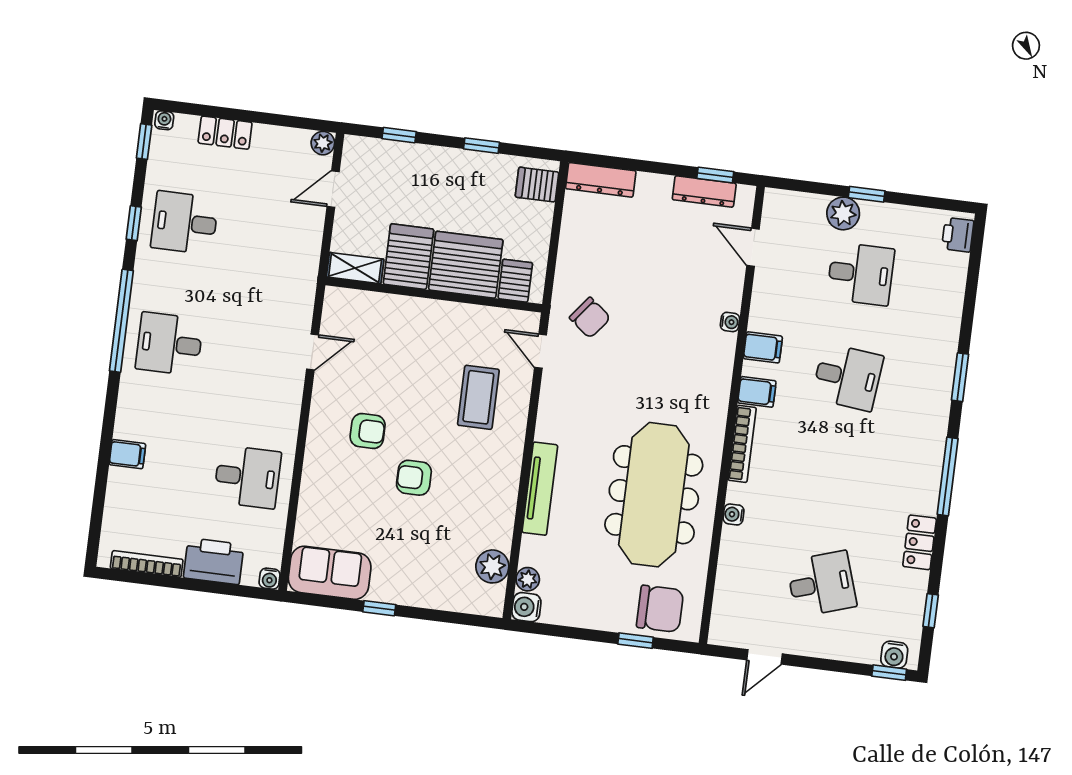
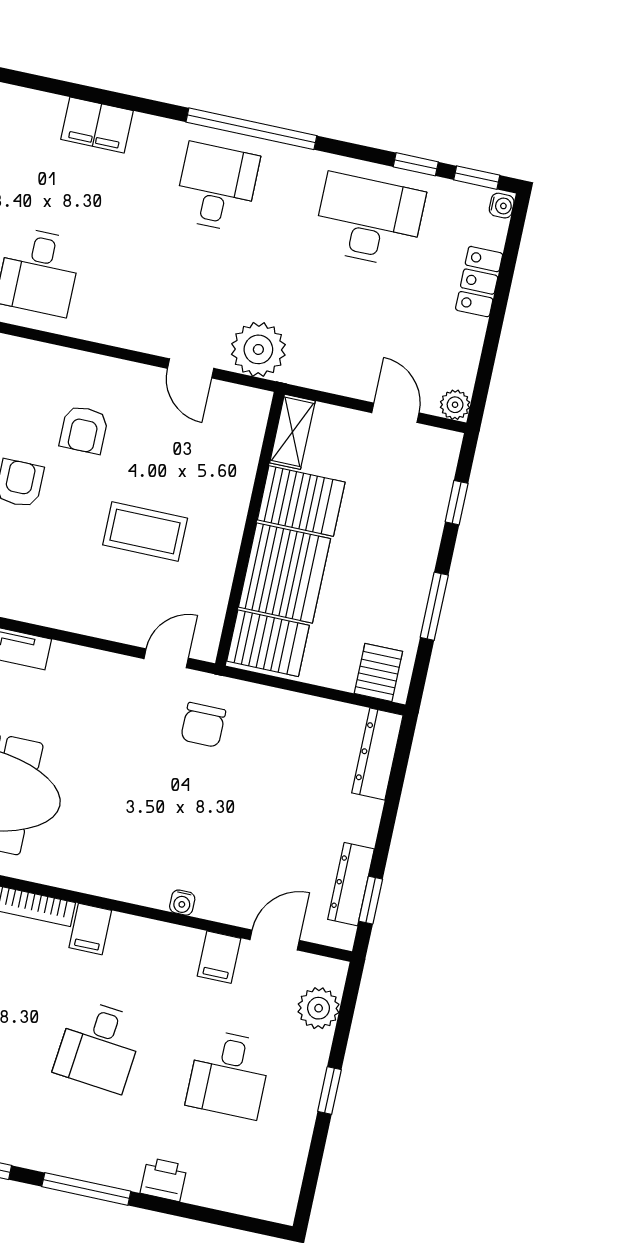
window: (482, 146) -> (434, 606), width x1.50
plant: (843, 213) -> (319, 1008), moved
window: (134, 223) -> (416, 164), moved
desk: (185, 223) -> (369, 220), width x1.37
printer: (958, 235) -> (164, 1179), moved
server rack: (515, 281) -> (268, 643), width x1.36, depth x1.44
plant: (293, 300) -> (258, 349), added
chair: (590, 318) -> (203, 725), turned -38
filing cabinet: (763, 347) -> (219, 957), moved
window: (960, 377) -> (86, 1189), width x1.44
coffee table: (478, 397) -> (145, 531), moved
filing cabinet: (127, 454) -> (97, 125), width x2.00

